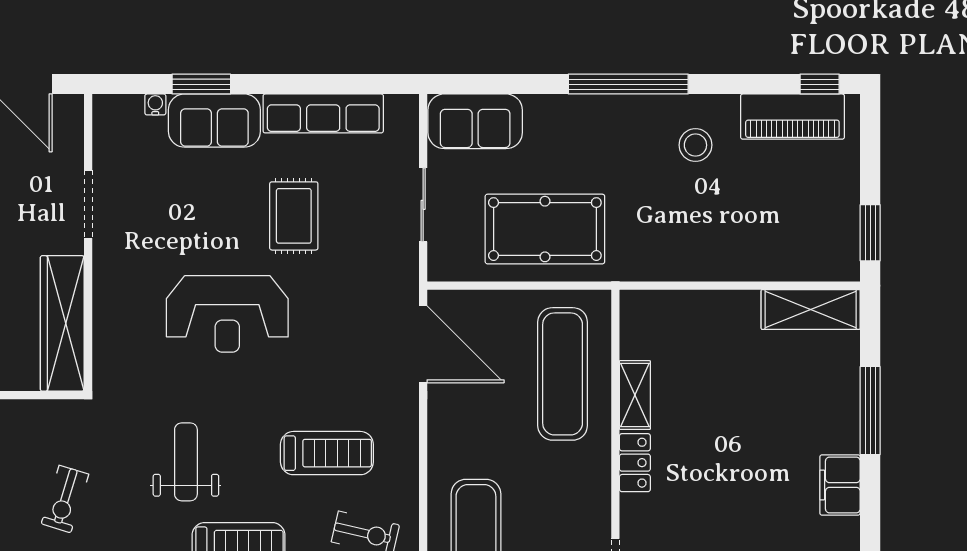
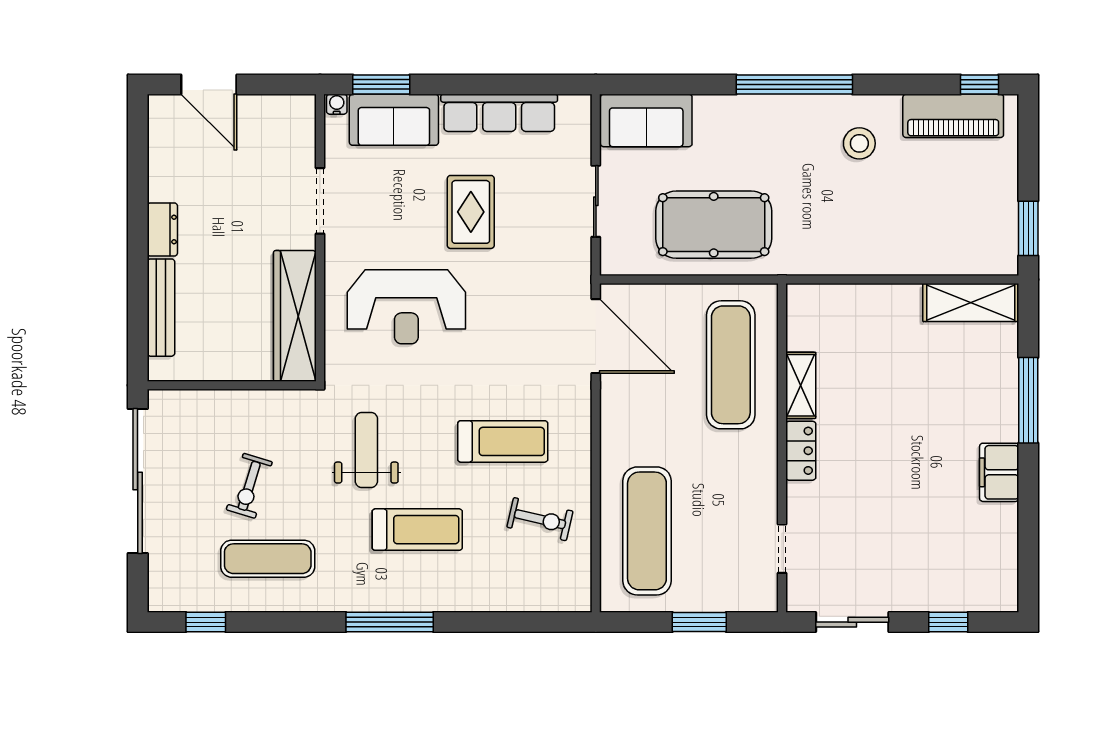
doorway: (88, 204) -> (320, 201), moved
wall: (88, 243) -> (320, 238), moved
wardrobe: (62, 323) -> (295, 316), moved

